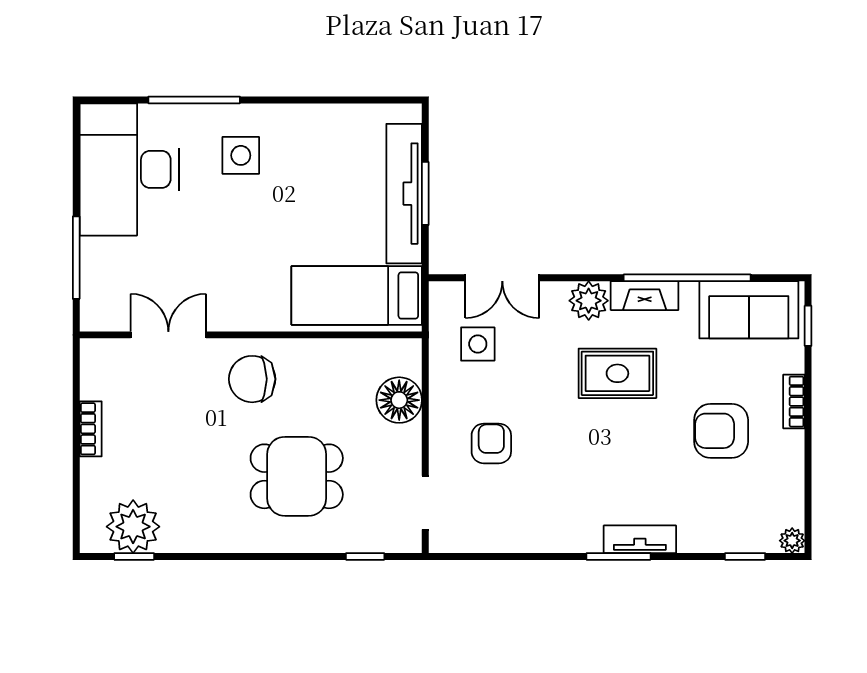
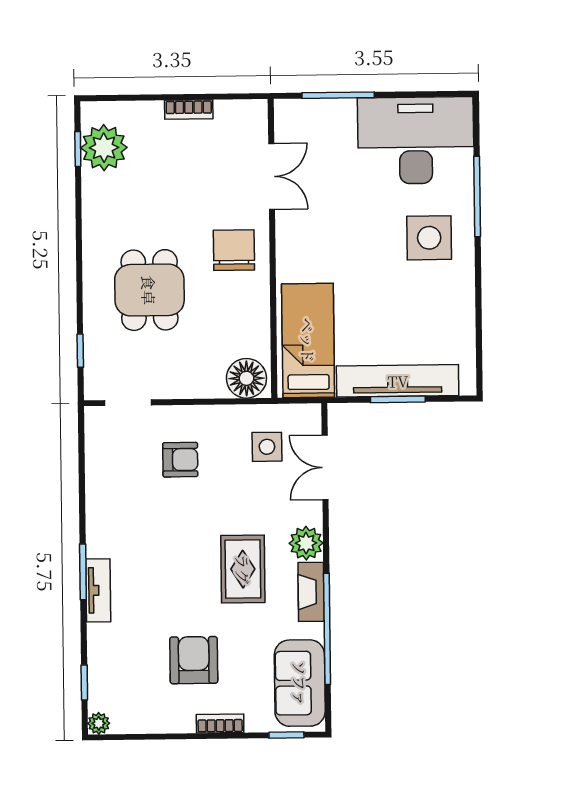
side table: (241, 155) -> (429, 238), width x1.37, depth x1.37
floor lamp: (399, 400) -> (246, 378), moved

